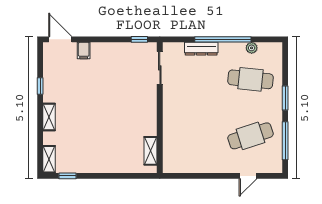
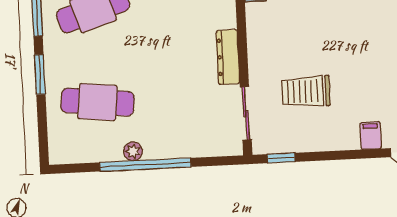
plant: (252, 48) -> (133, 151), moved
dresser: (201, 49) -> (228, 57), moved, turned -90
trolley: (122, 80) -> (306, 91), added

